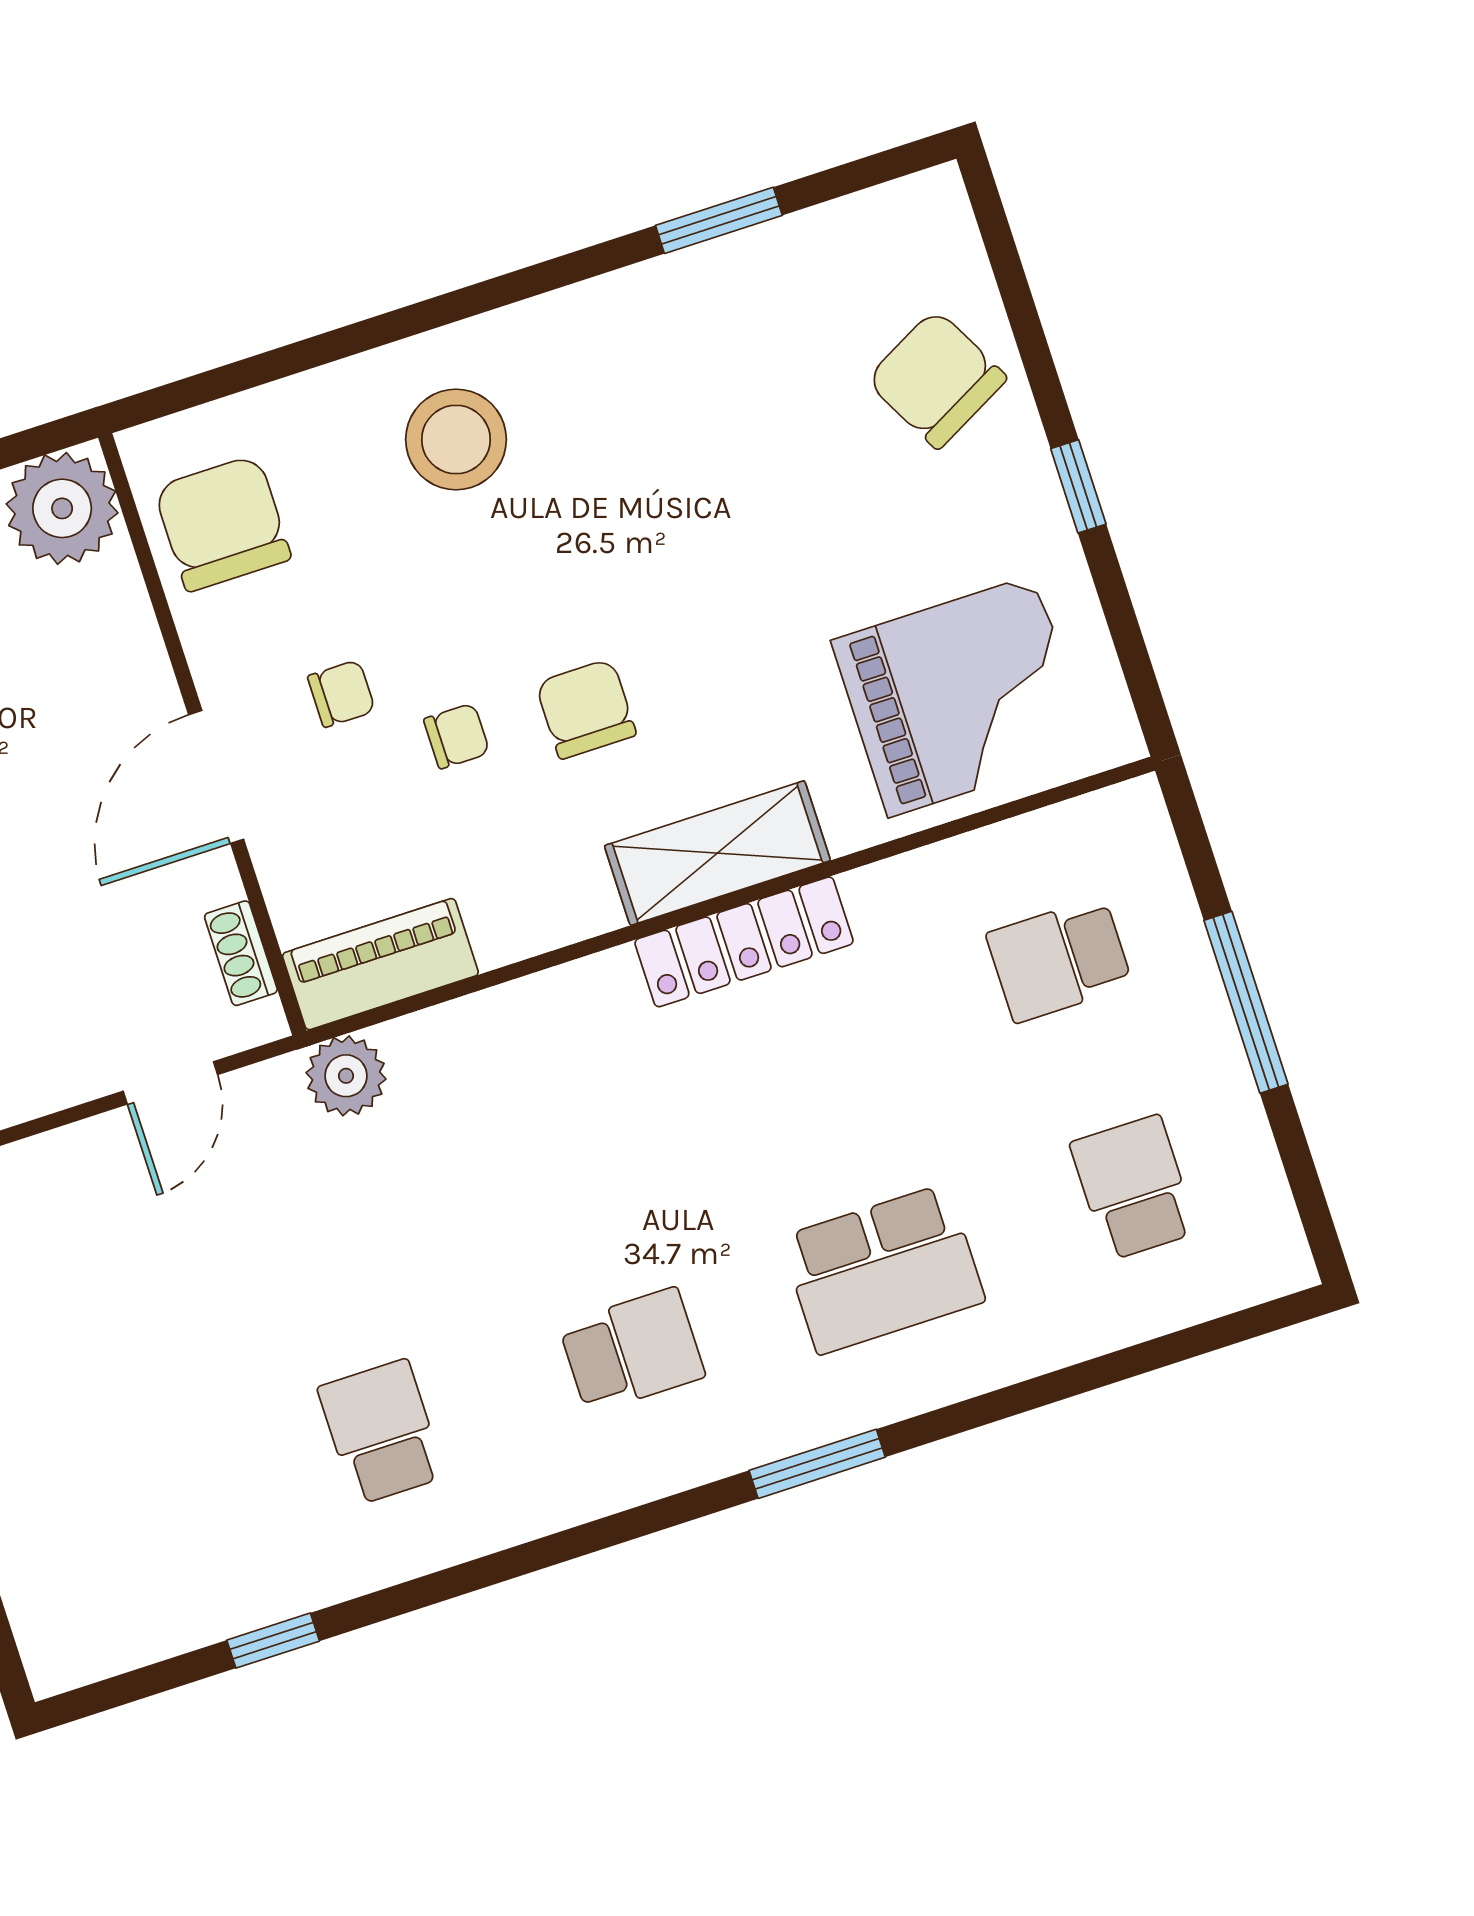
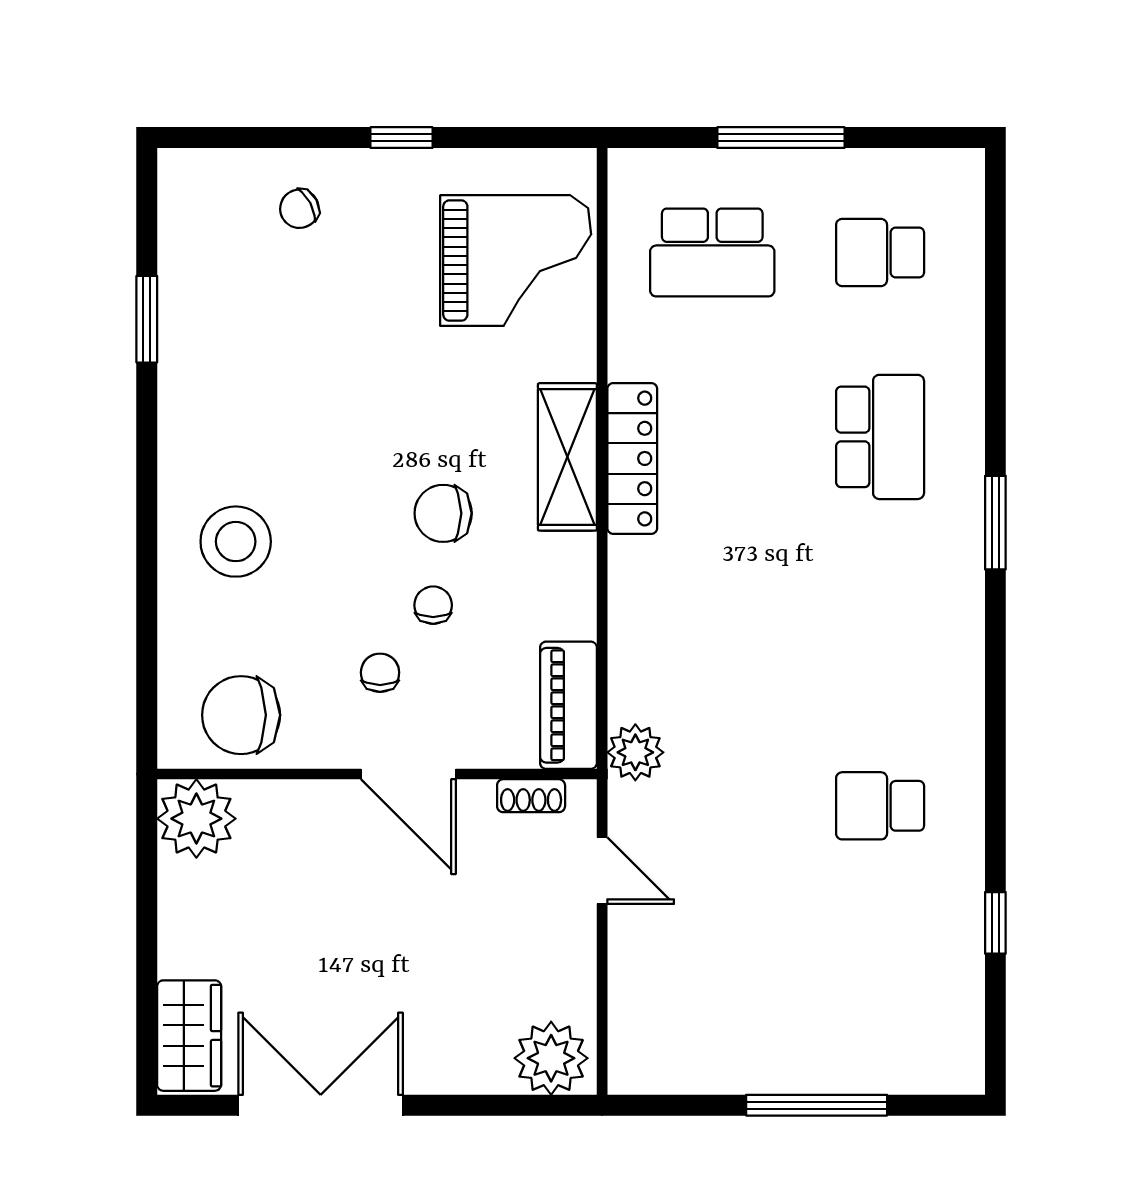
chair: (937, 379) -> (299, 209), width x0.54, depth x0.54
grand piano: (962, 696) -> (516, 261), turned 90
school desk: (1059, 960) -> (712, 252), width x1.85
school desk: (632, 1351) -> (880, 621), removed

